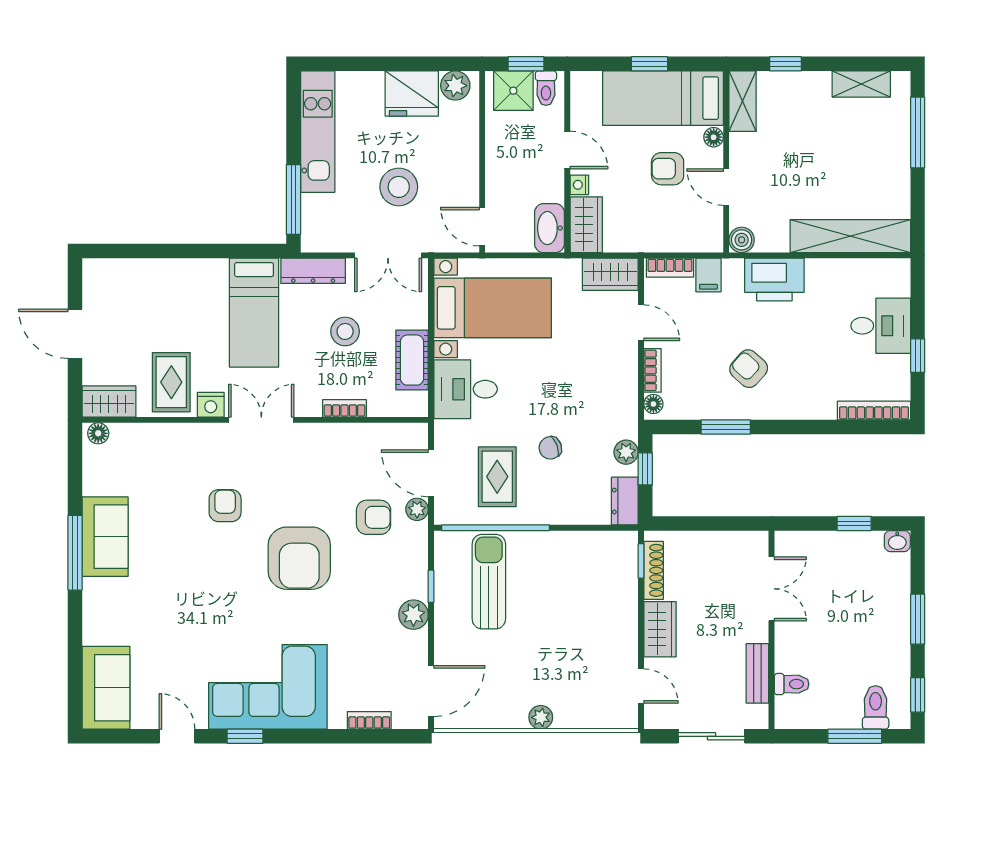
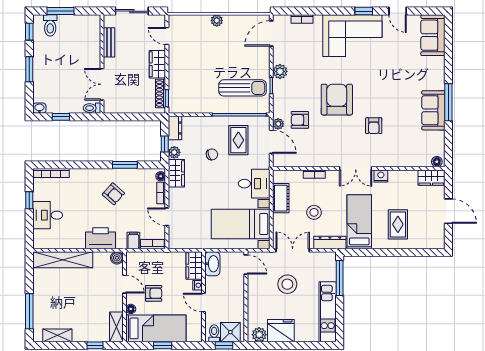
wardrobe: (610, 274) -> (176, 173), moved, turned 90
rug: (171, 382) -> (398, 224), moved
sun lounger: (489, 582) -> (243, 88), turned -90
toilet: (792, 684) -> (92, 108), moved

